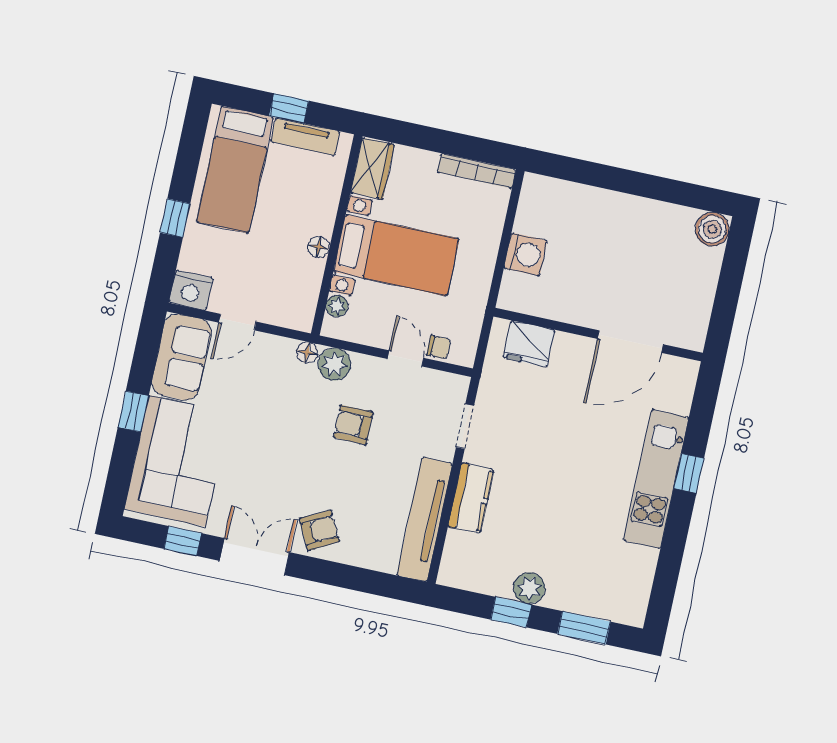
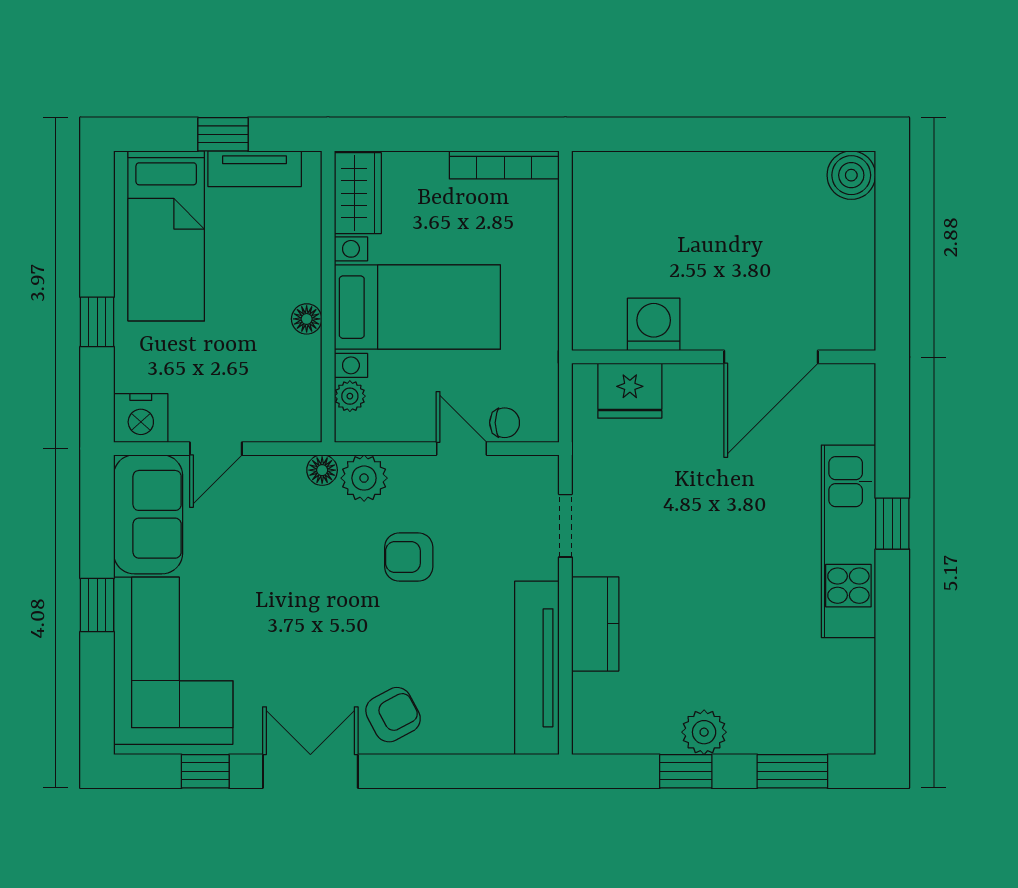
washing machine: (525, 254) -> (654, 324), moved, turned -90

